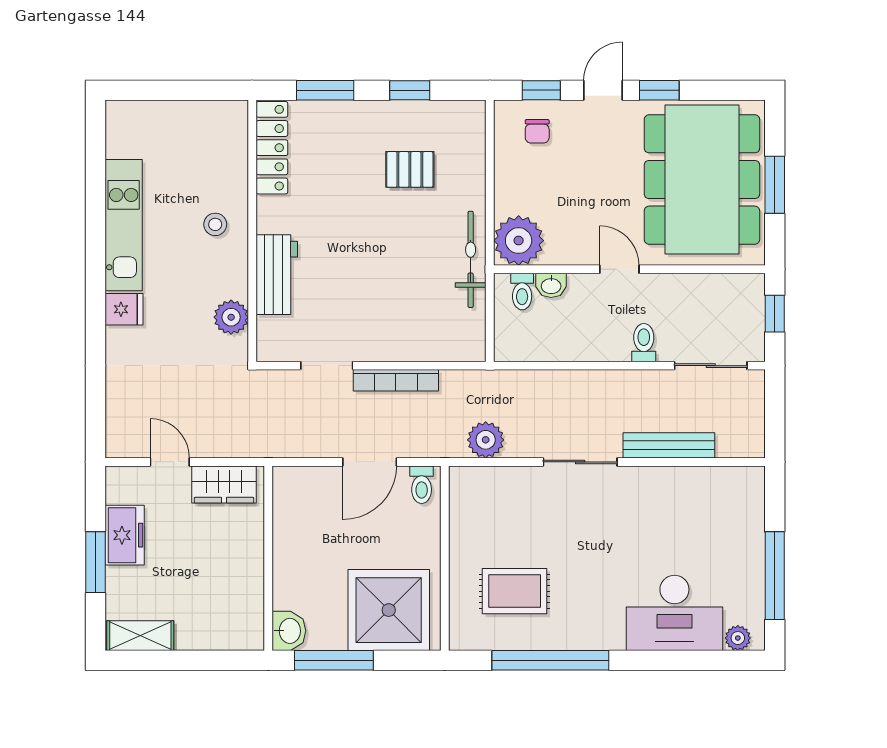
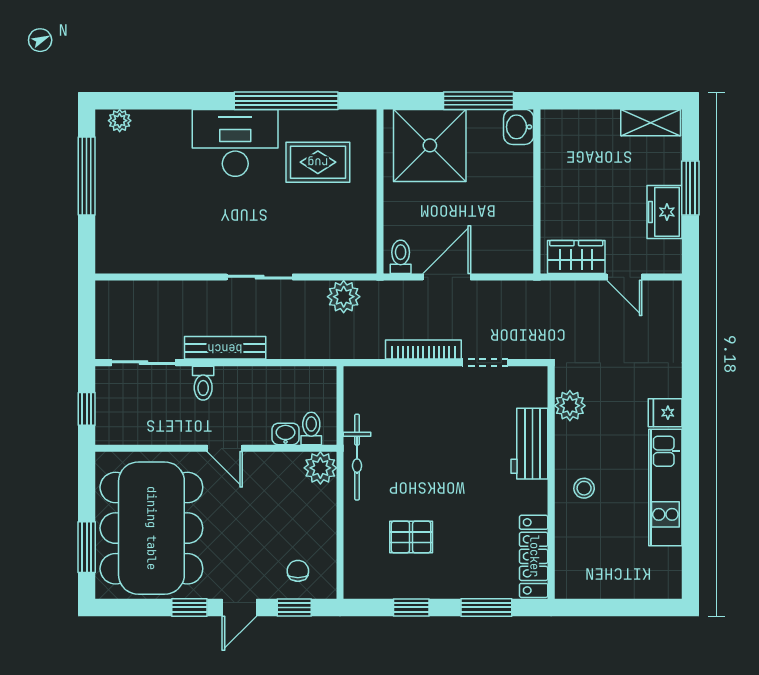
window: (775, 185) -> (87, 547), moved
plant: (519, 241) -> (320, 468), width x0.73, depth x0.73
bench: (669, 445) -> (225, 348), moved
desk: (674, 613) -> (235, 143), moved

